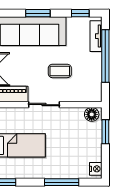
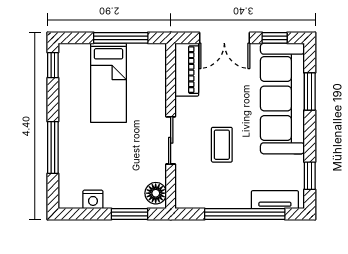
window: (38, 13) -> (310, 91), moved
sliding door: (44, 105) -> (171, 140), moved
nightstand: (96, 169) -> (93, 199), moved

